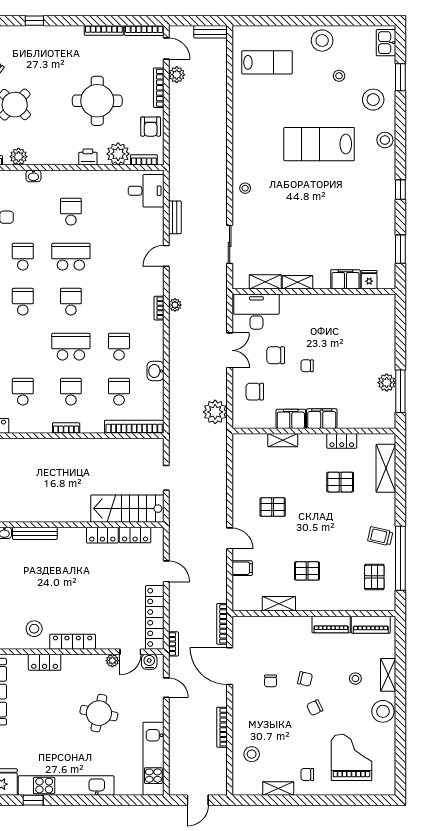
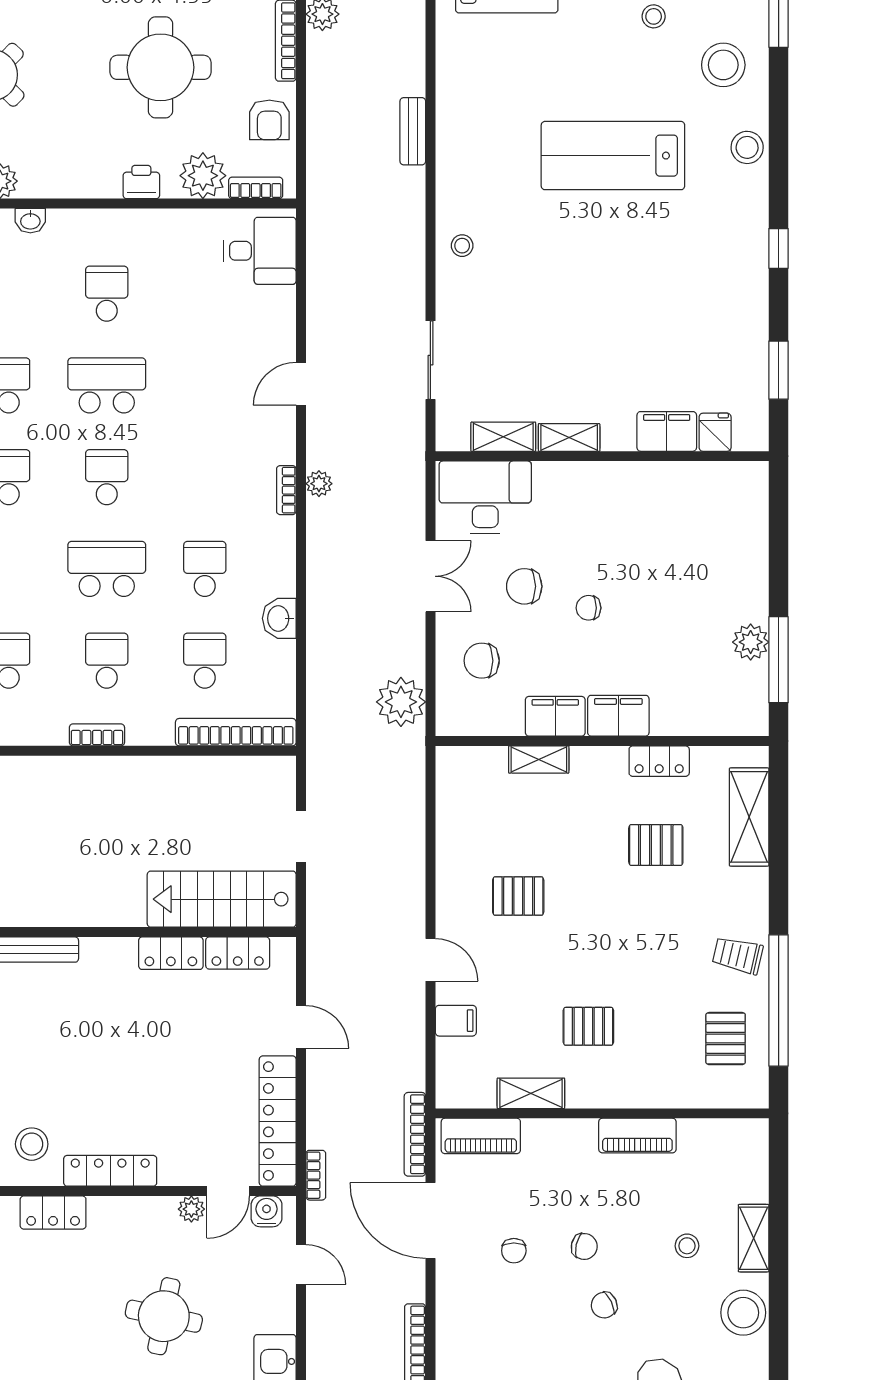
bench: (175, 217) -> (413, 131), moved
piano: (371, 625) -> (481, 1136), moved

